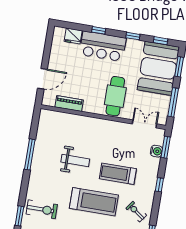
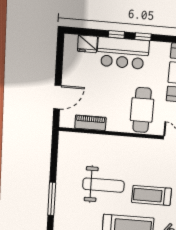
window: (133, 36) -> (143, 37), moved
window: (30, 154) -> (52, 199), moved
weight bench: (75, 160) -> (103, 185), width x1.36, depth x1.33

